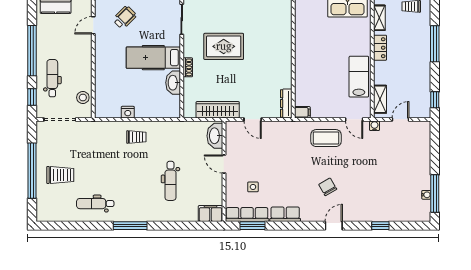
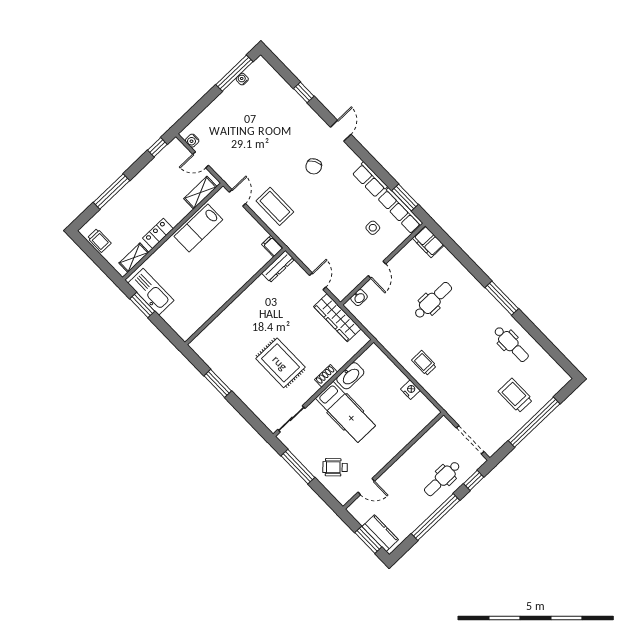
stool: (83, 98) -> (434, 438), removed
water cooler: (375, 126) -> (192, 141), moved
washbasin: (215, 136) -> (359, 298), width x0.52, depth x0.69
door: (334, 226) -> (341, 131), swing flipped

